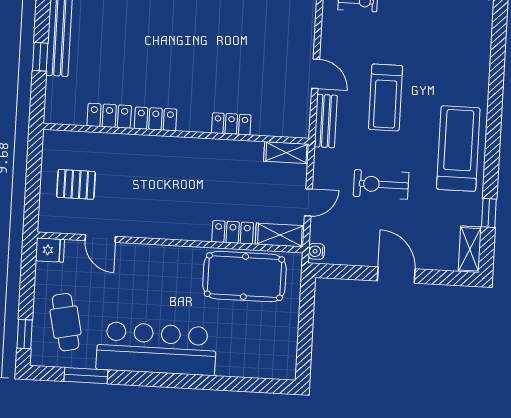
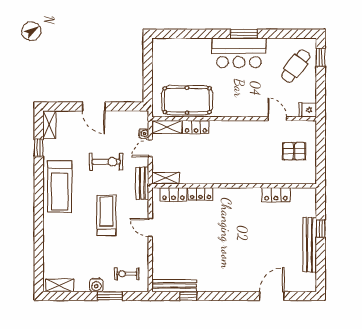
locker: (156, 119) -> (173, 194), moved
bench: (326, 121) -> (142, 183), moved
water cooler: (316, 251) -> (144, 134), moved
cafe table: (66, 322) -> (296, 66), turned 49
bar counter: (156, 349) -> (239, 53), width x0.73
window: (86, 376) -> (244, 34), moved

